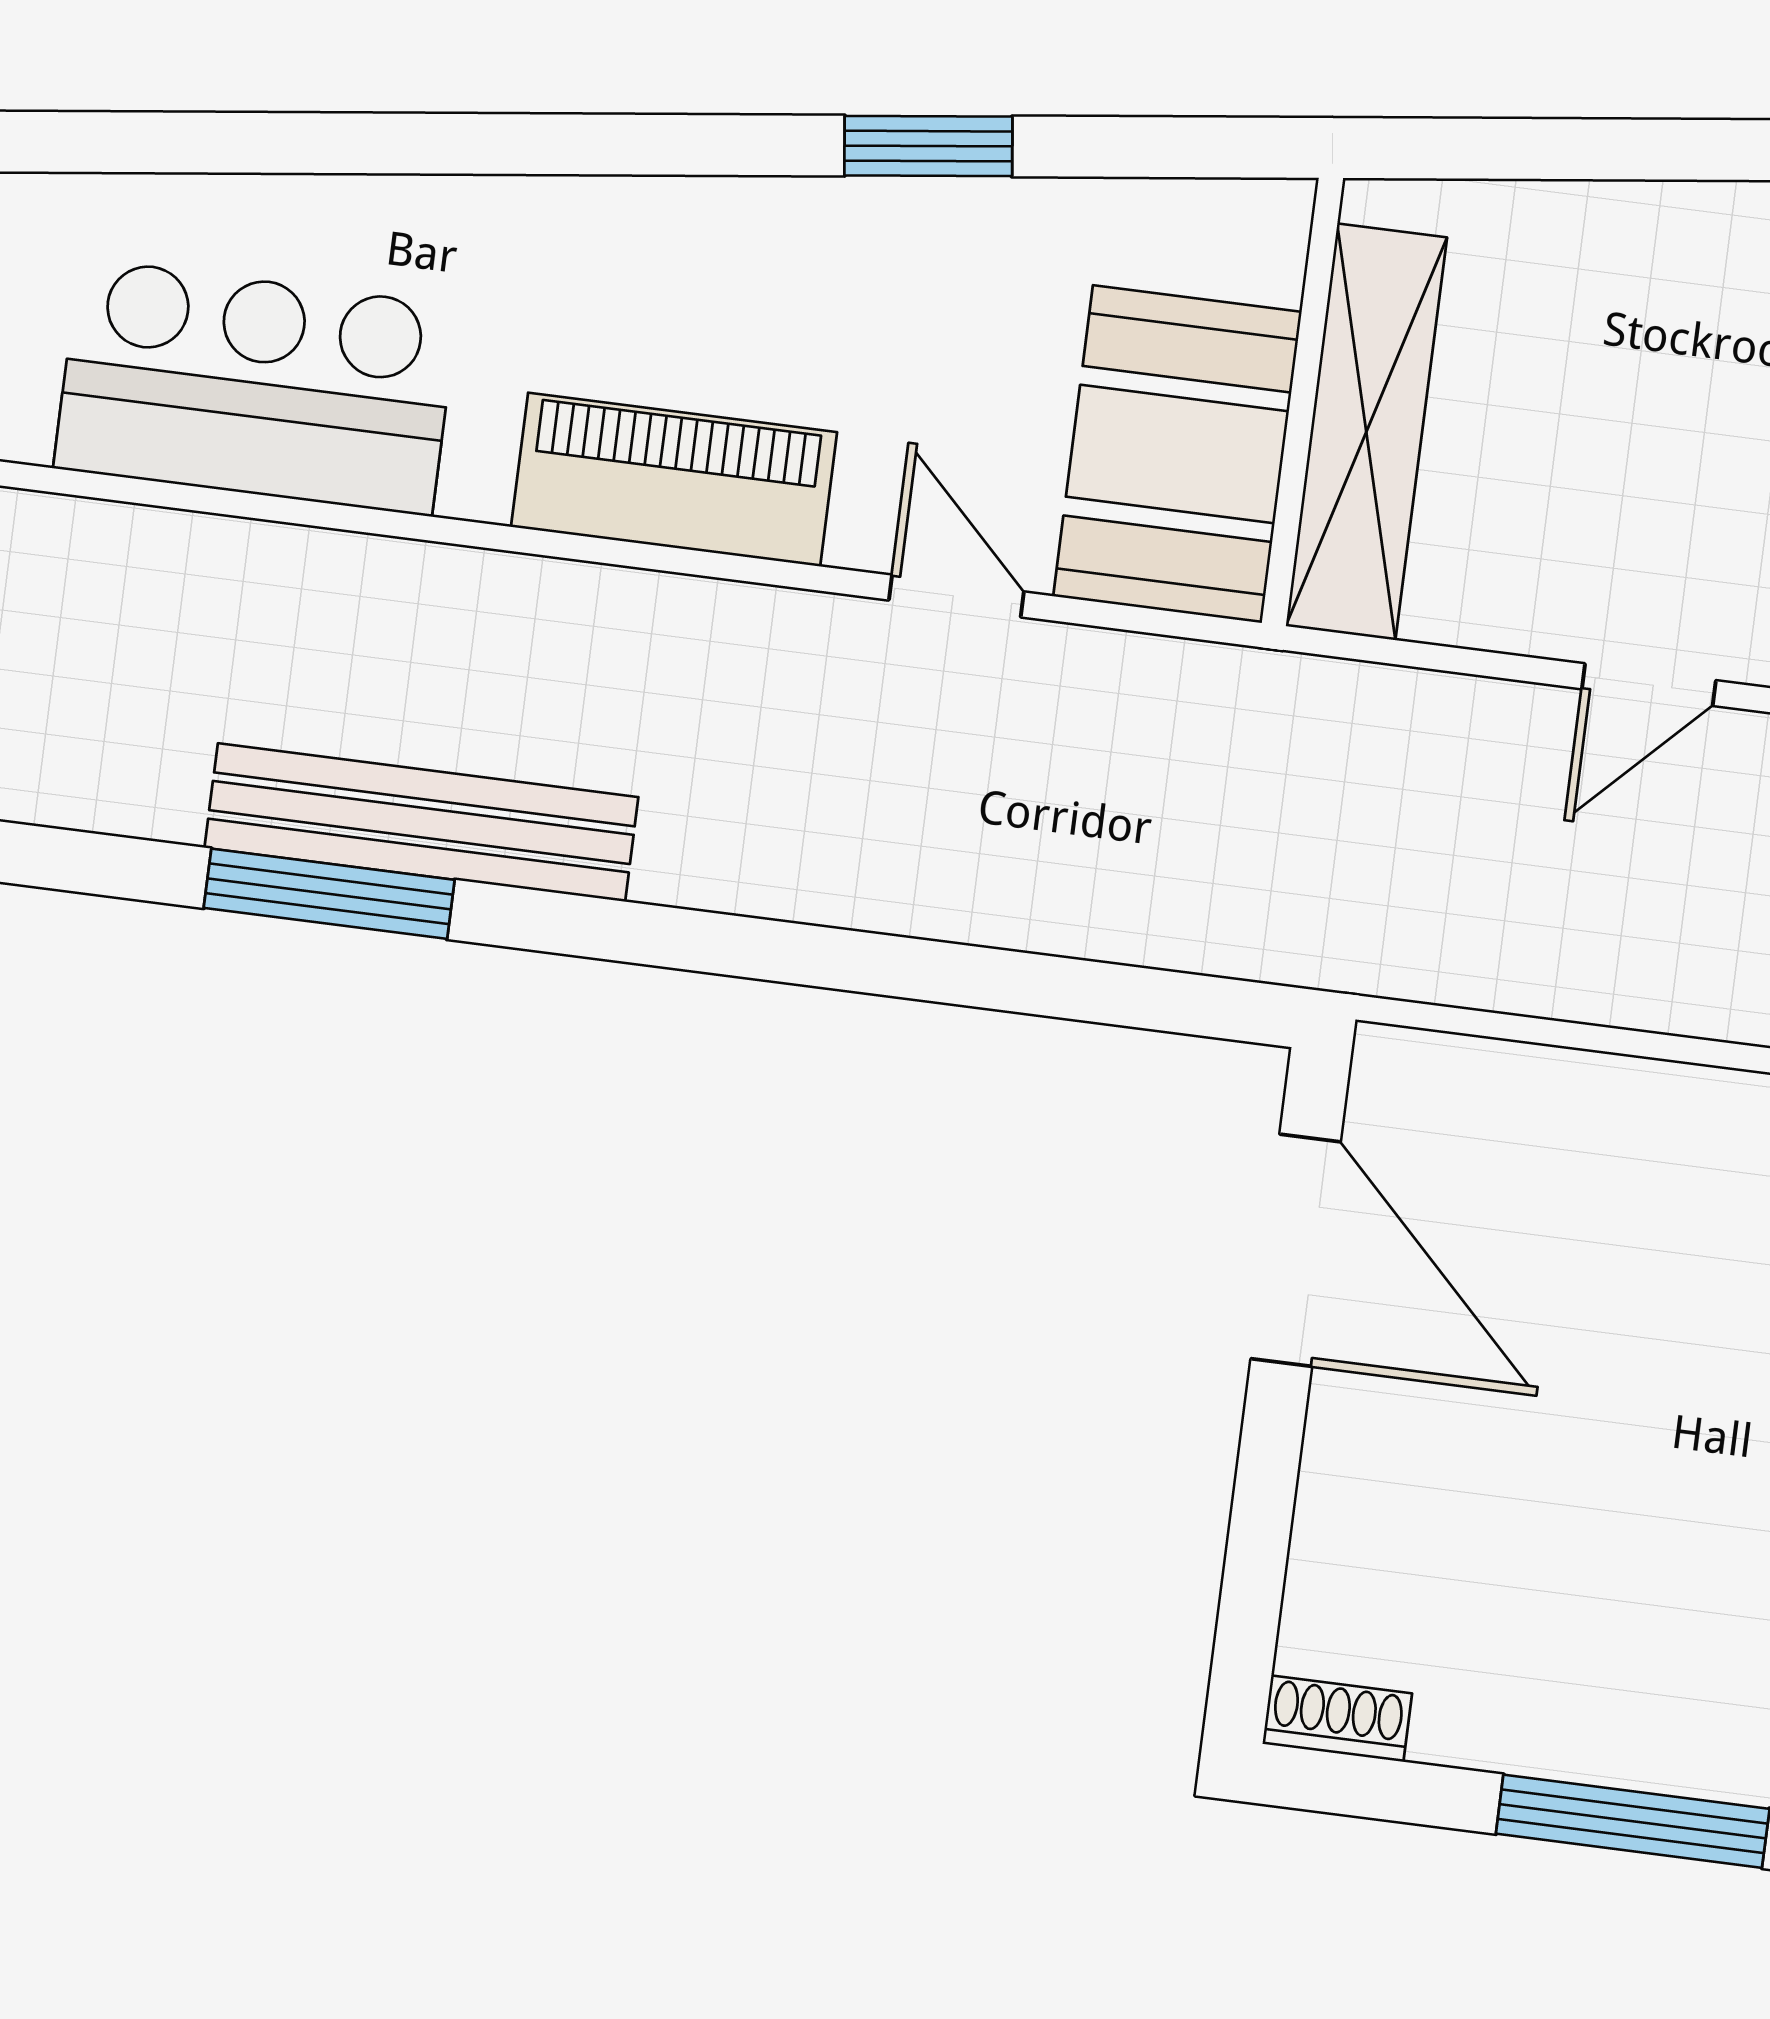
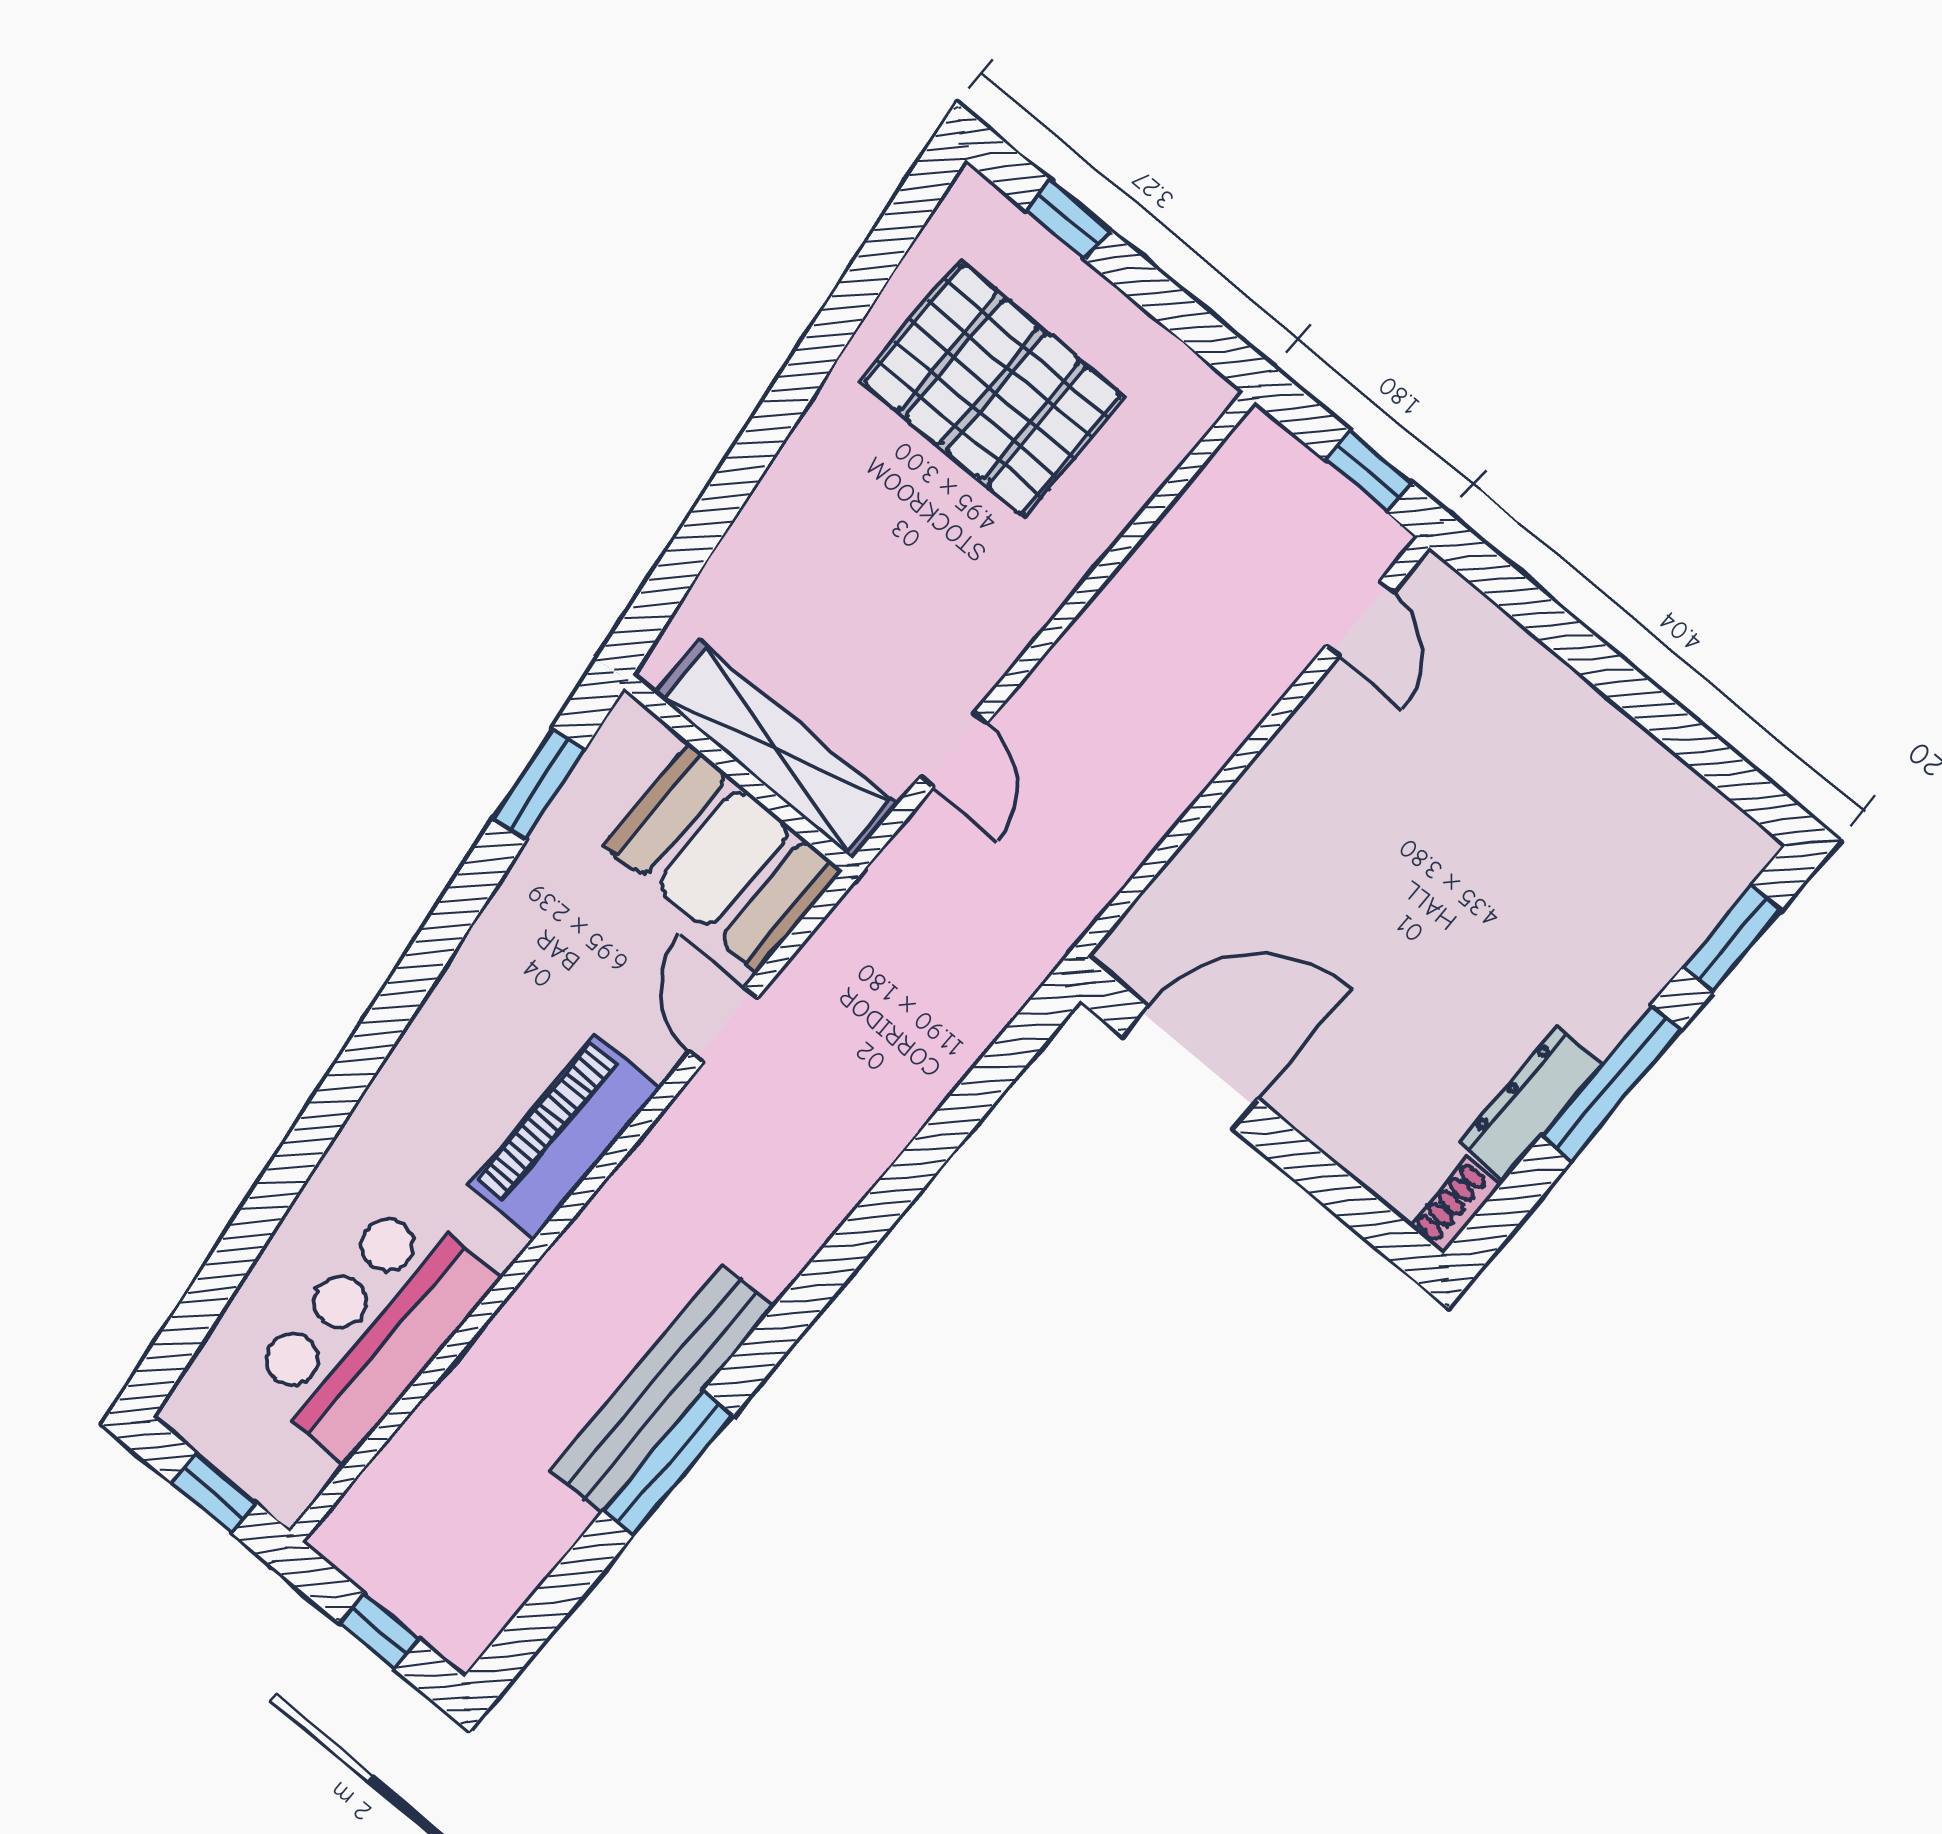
window: (928, 146) -> (539, 785), moved
door: (956, 596) -> (724, 1025), hinge flipped
door: (1649, 685) -> (954, 750), moved
dresser: (1537, 1731) -> (1531, 1103), added

